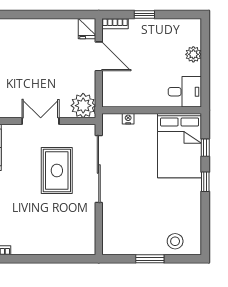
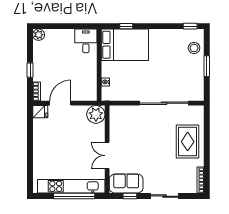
plant: (193, 54) -> (39, 35), moved
double door: (41, 121) -> (107, 156), moved
sliding door: (99, 169) -> (164, 103), moved
rug: (57, 171) -> (188, 142), moved, turned 90
window: (205, 182) -> (190, 26), moved

